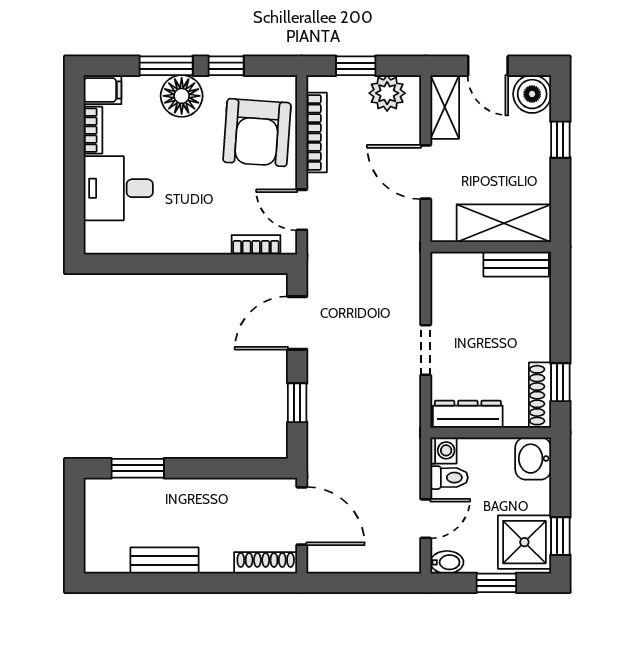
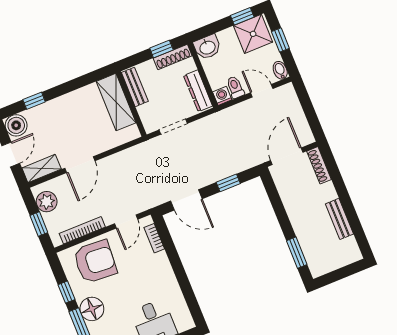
shelving: (504, 223) -> (116, 102), moved
wall: (491, 247) -> (131, 104), moved
bench: (516, 264) -> (135, 87), moved

